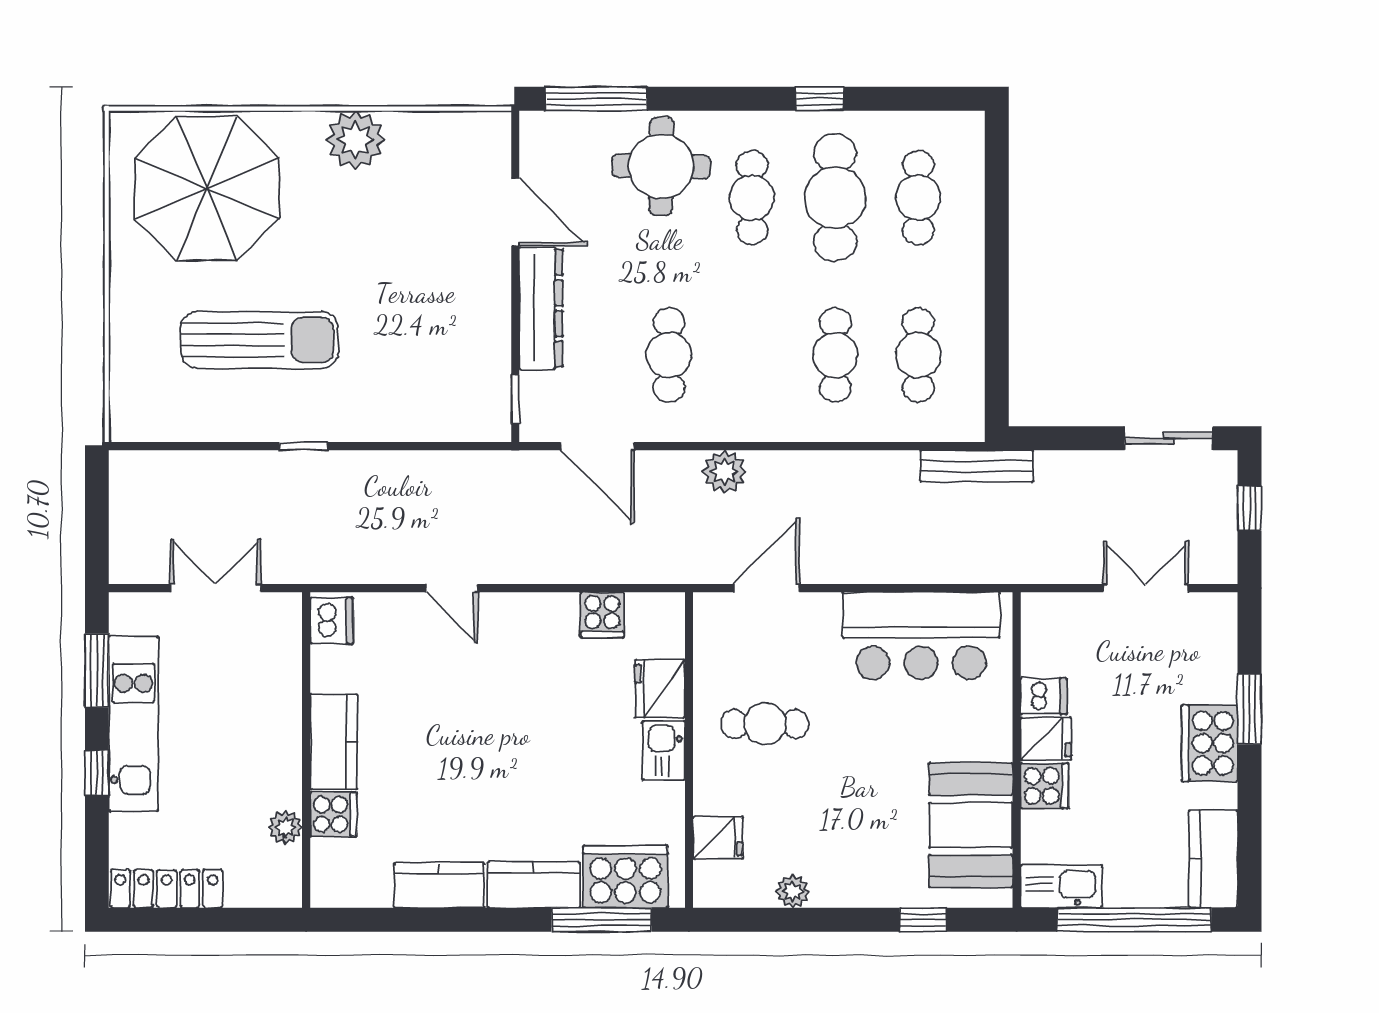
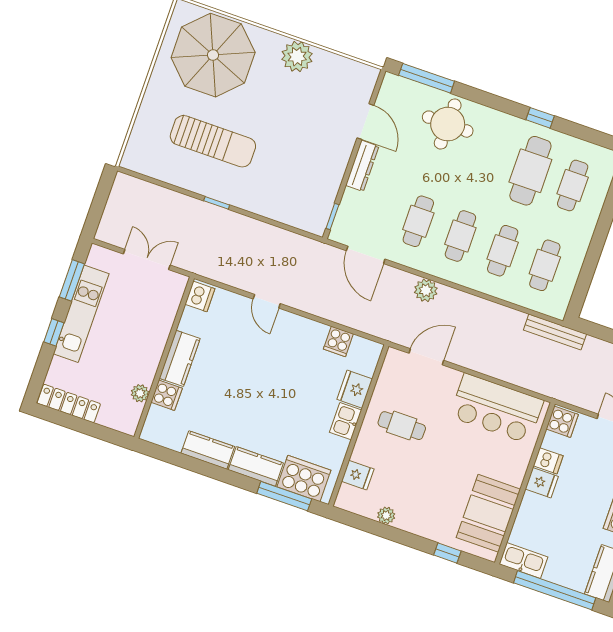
cafe table: (752, 198) -> (460, 236), moved
dresser: (541, 308) -> (362, 166), width x0.73, depth x0.80
cooker: (1044, 786) -> (562, 422), moved

